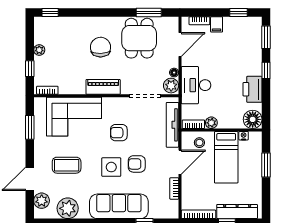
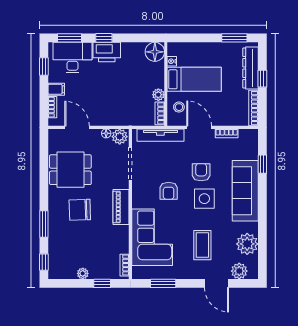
window: (149, 13) -> (44, 224), moved
desk: (196, 85) -> (73, 58), moved, turned 180
printer: (252, 89) -> (107, 52), moved
armchair: (137, 164) -> (201, 172), turned 180
window: (266, 165) -> (234, 38), moved

